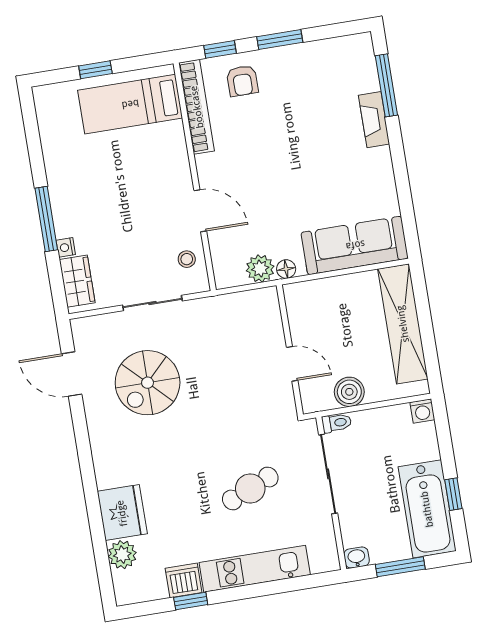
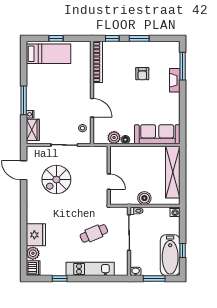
armchair: (242, 81) -> (142, 74), moved
bed: (130, 104) -> (49, 54), moved, turned 180
wall: (290, 350) -> (109, 175), moved
door: (292, 364) -> (109, 182), moved
dishwasher: (184, 580) -> (33, 268), moved, turned 90

